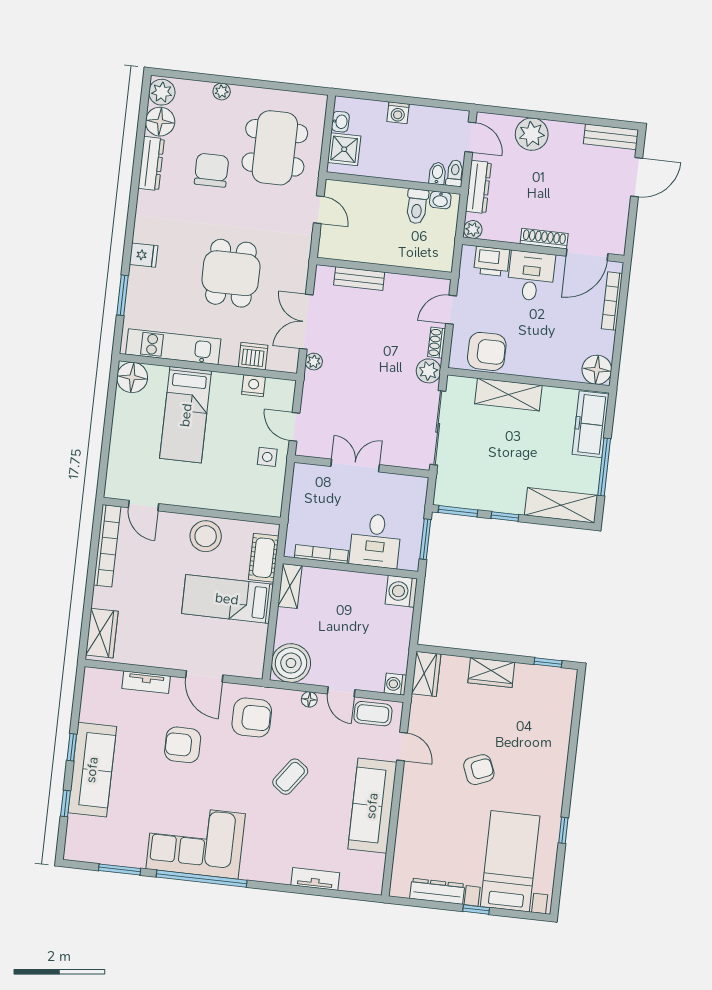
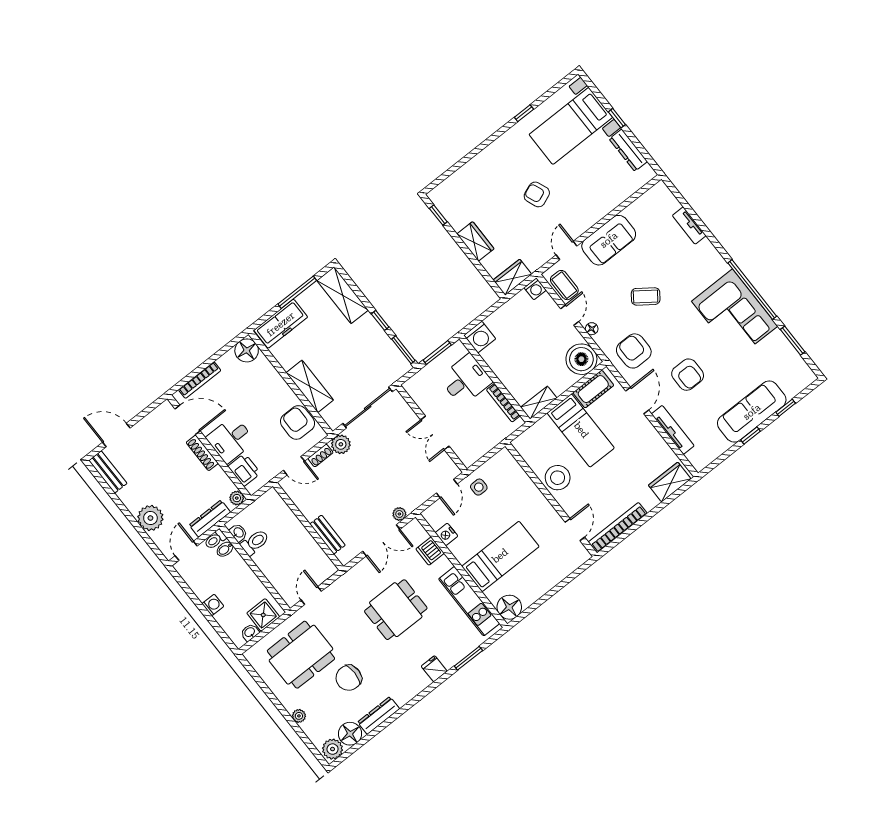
cot: (264, 558) -> (593, 389), moved
tv unit: (146, 682) -> (673, 430), width x1.41
sofa: (372, 806) -> (609, 240), width x0.73

